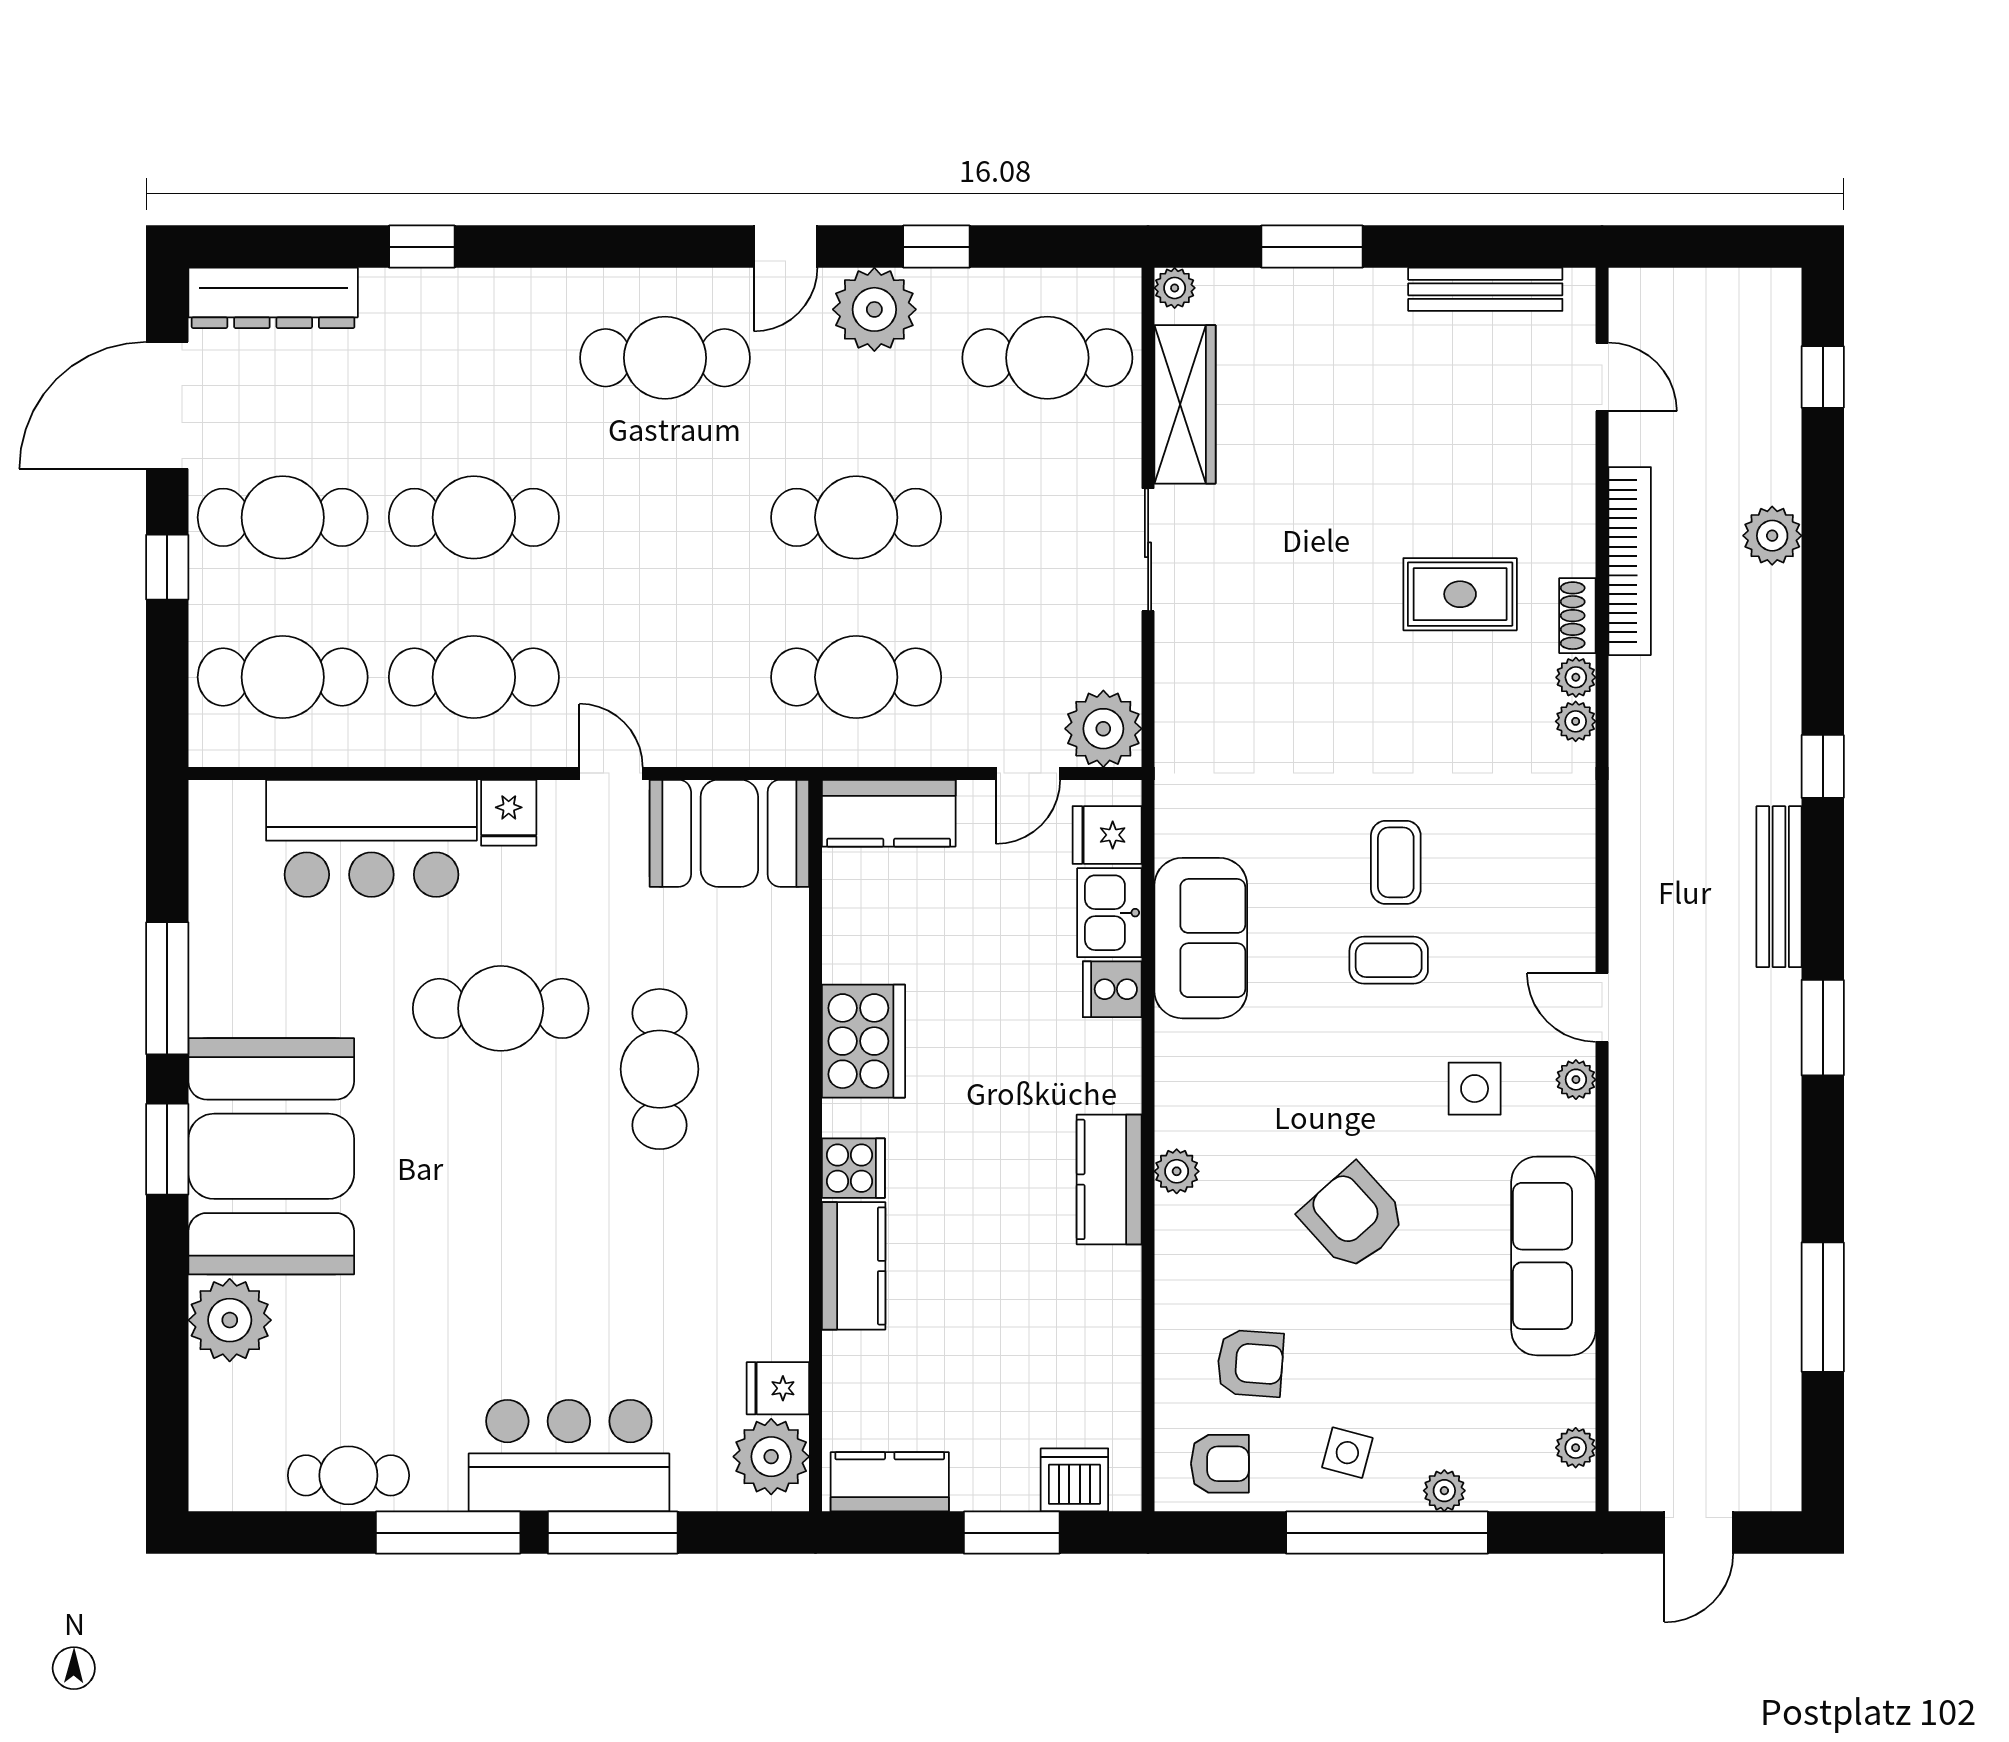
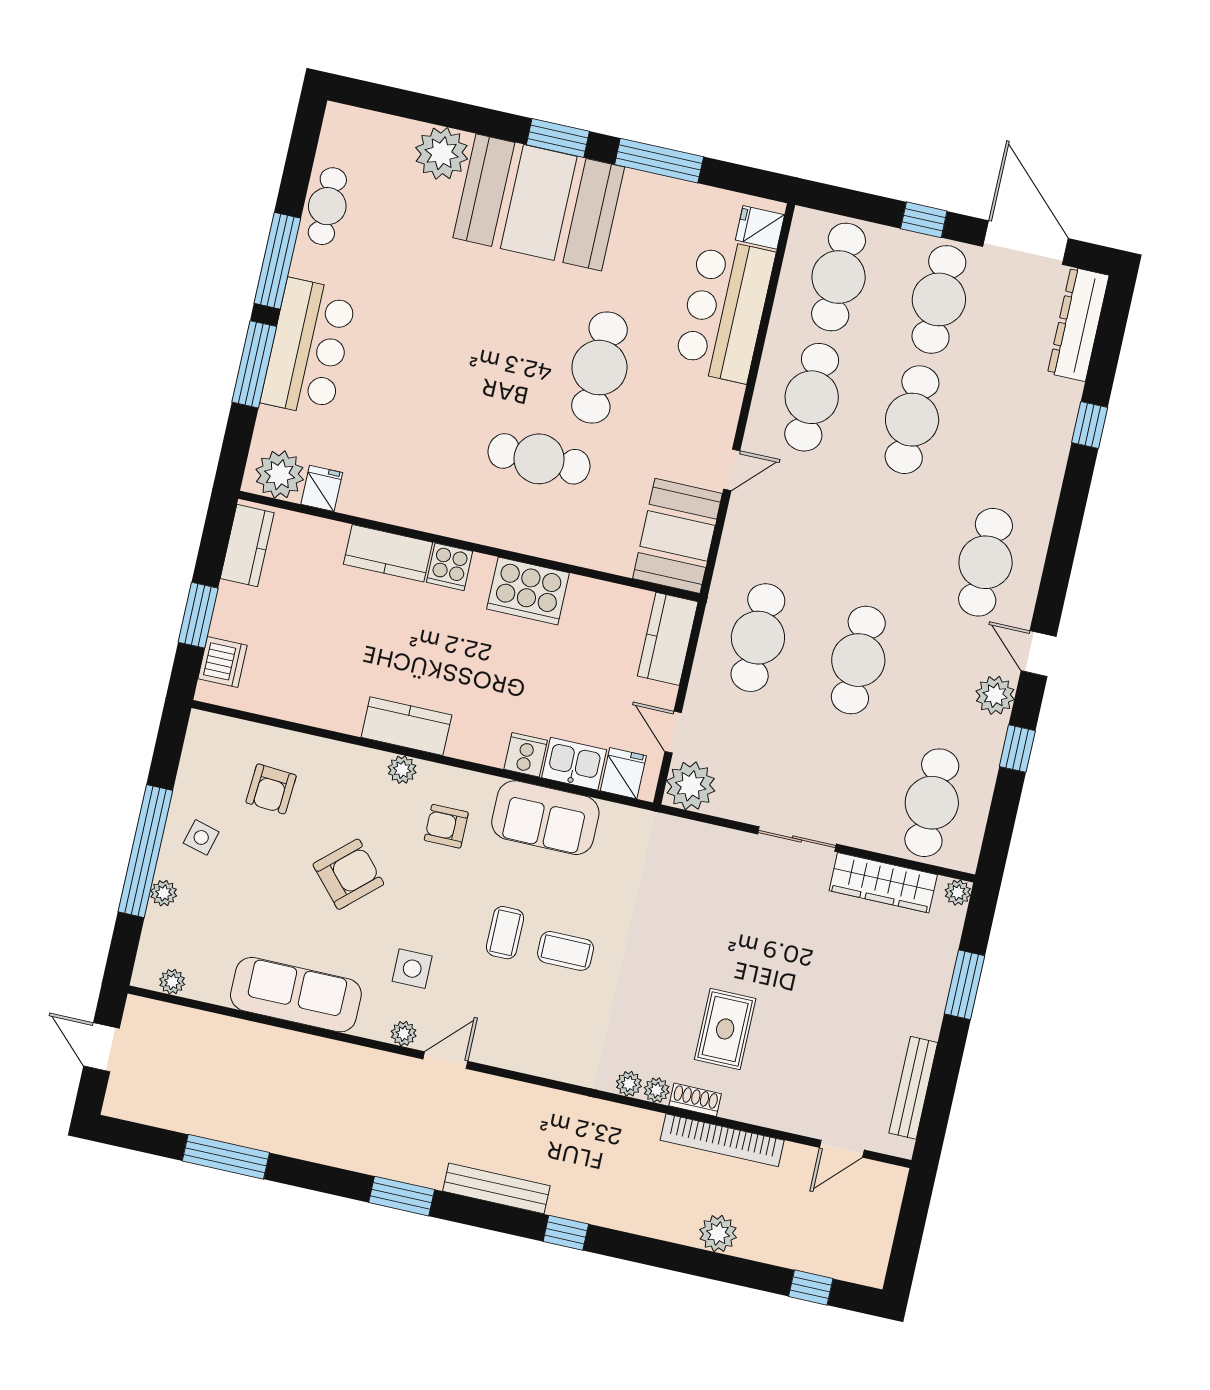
plant: (874, 309) -> (995, 695), width x0.73, depth x0.73
fridge: (509, 813) -> (760, 227), moved
armchair: (1220, 1464) -> (446, 826), moved, turned 90

